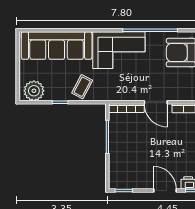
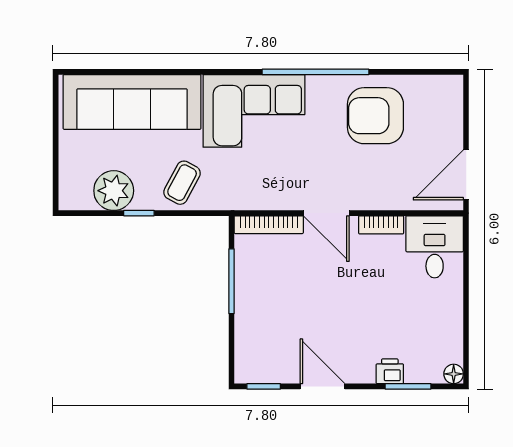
plant: (34, 91) -> (114, 191), moved
door: (165, 191) -> (323, 386), moved

